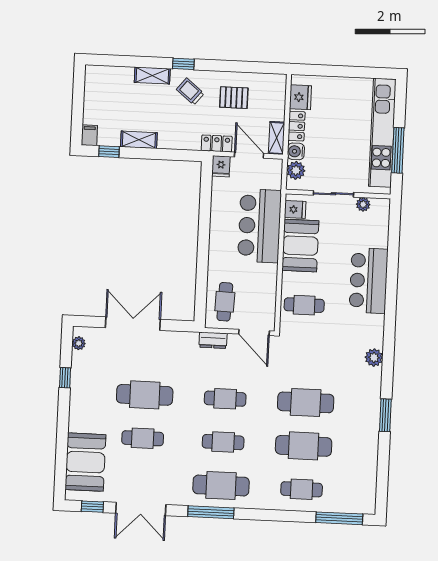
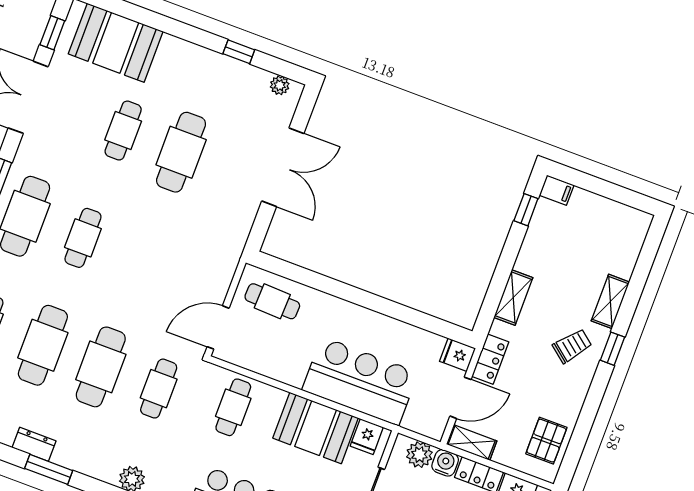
pallet: (234, 98) -> (546, 441), moved
shelving: (139, 140) -> (513, 297), moved
dresser: (213, 340) -> (34, 444), moved, turned 90
cafe table: (225, 399) -> (159, 389), moved

